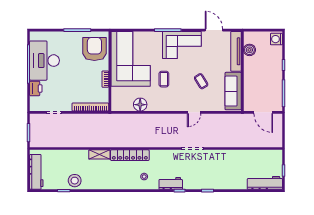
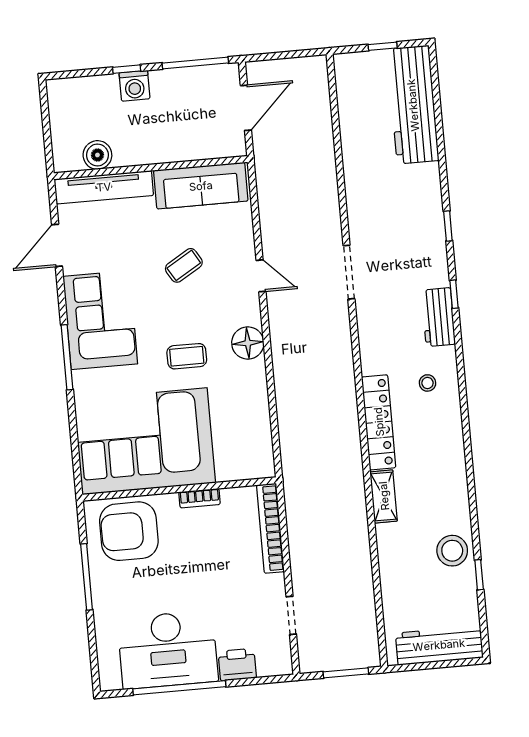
washing machine: (276, 39) -> (134, 86), moved
floor lamp: (140, 105) -> (248, 343), moved
workbench: (265, 183) -> (413, 105), width x1.36, depth x1.32

